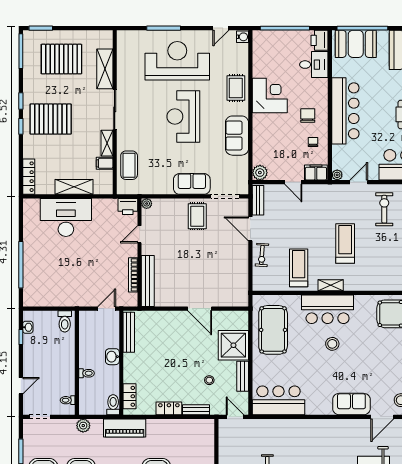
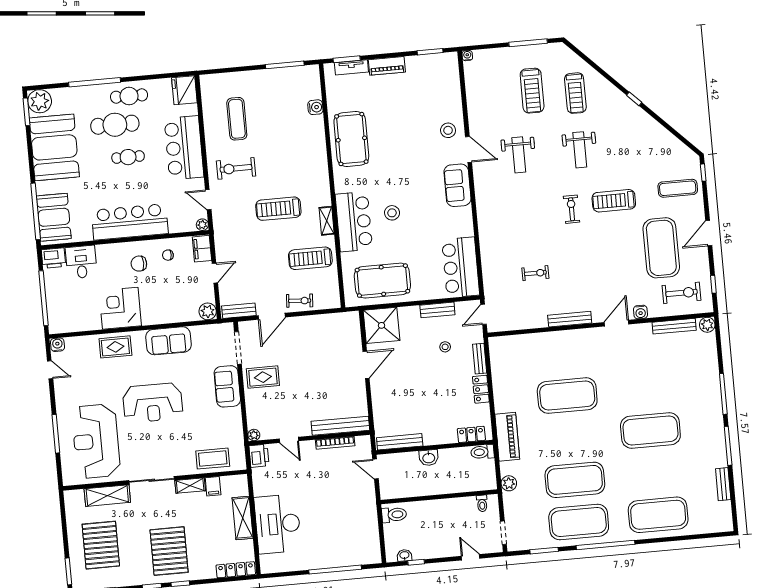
reception desk: (177, 61) -> (96, 441), moved
shower: (233, 345) -> (382, 325), moved
toilet: (87, 373) -> (450, 485), removed

